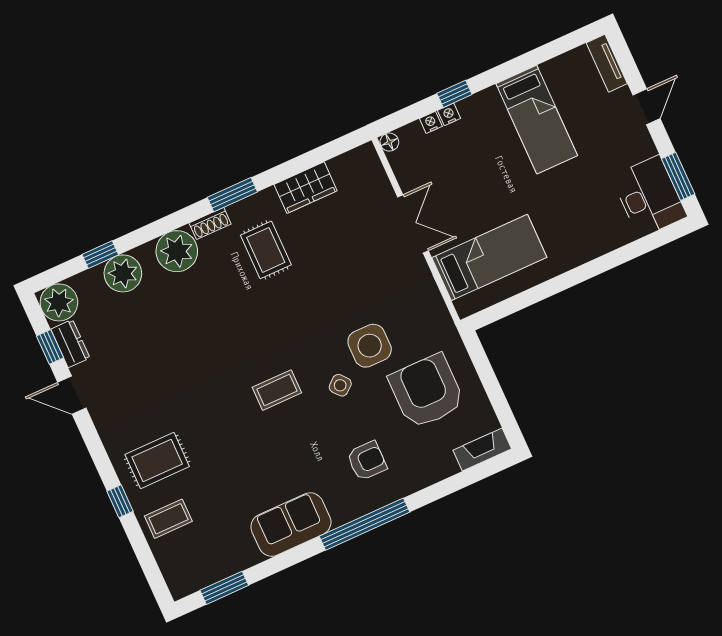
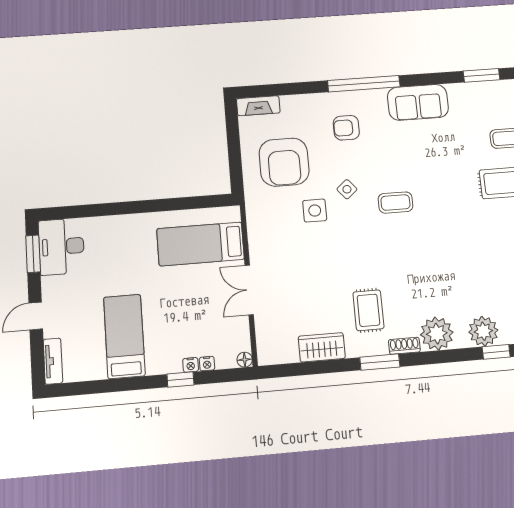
side table: (370, 346) -> (315, 211), width x0.73, depth x0.73

